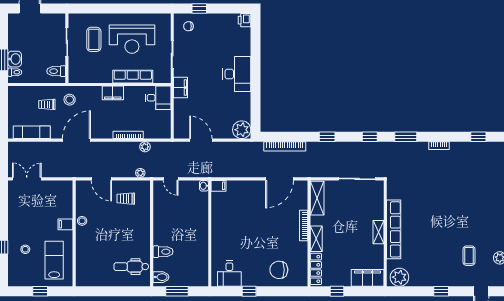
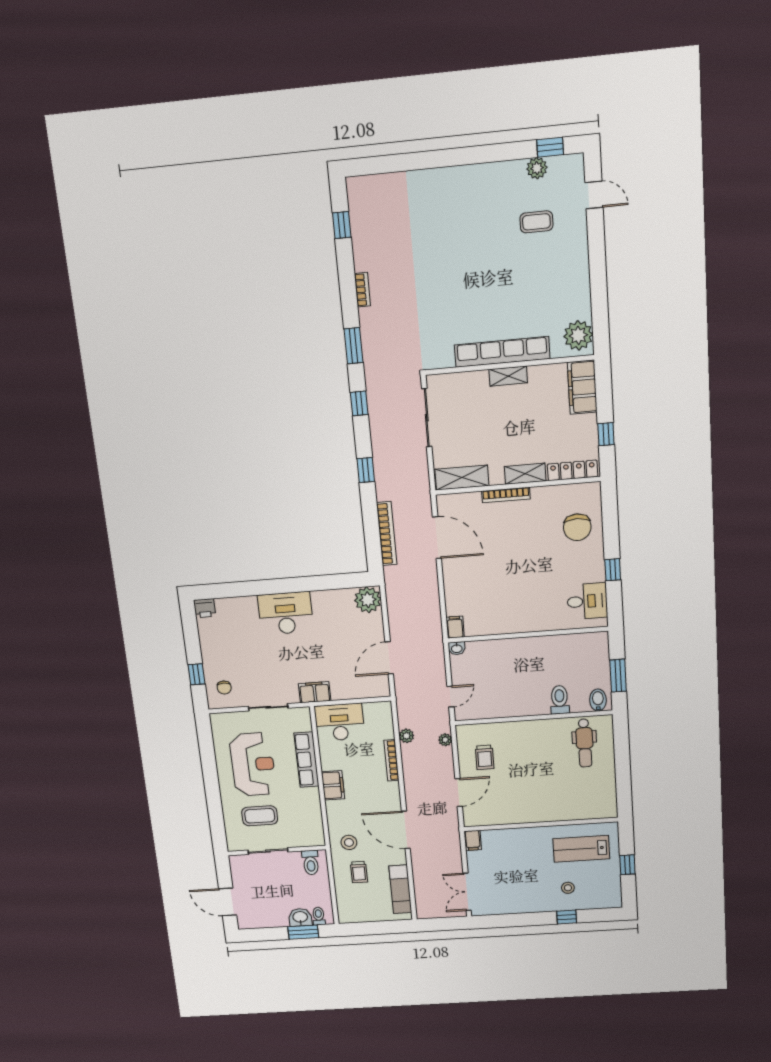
desk: (158, 98) -> (340, 722), width x1.37
stool: (82, 221) -> (522, 815), removed
filing cabinet: (65, 224) -> (473, 840), moved
window: (441, 291) -> (597, 264), removed

